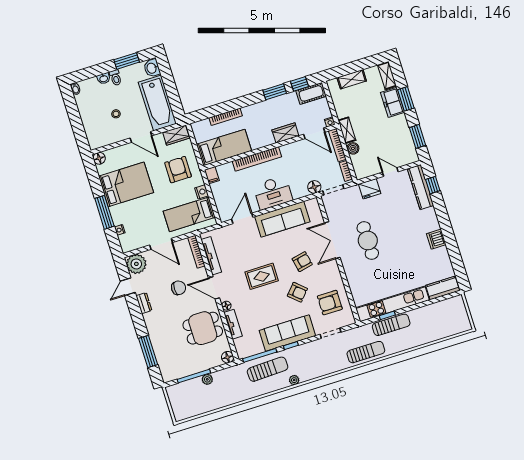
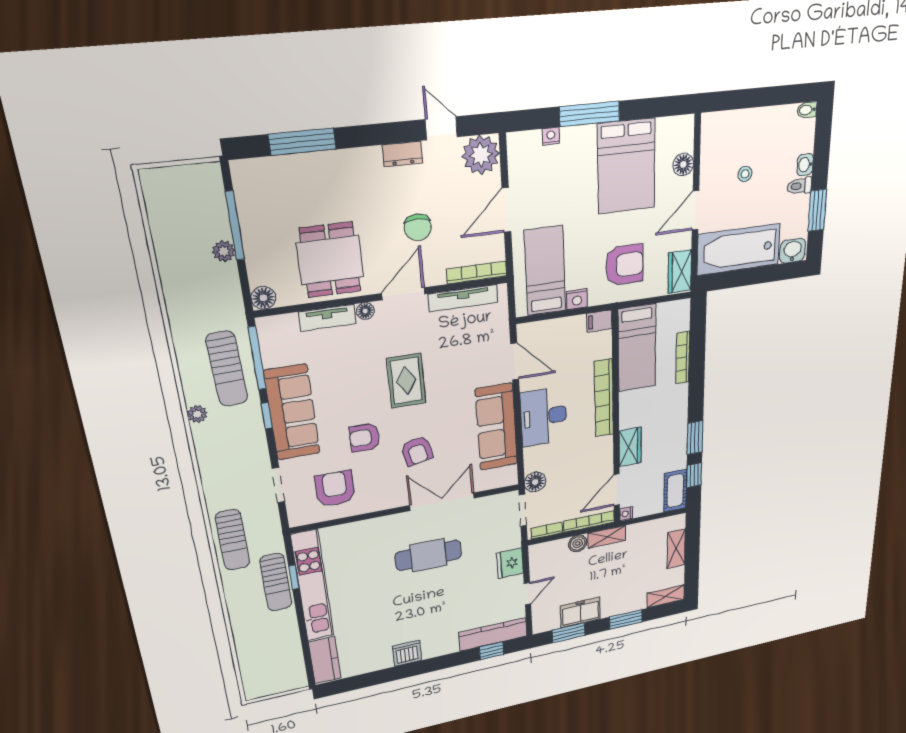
freezer: (393, 102) -> (580, 612), moved
floor lamp: (99, 158) -> (683, 164), moved
armchair: (297, 292) -> (365, 438), turned 48

